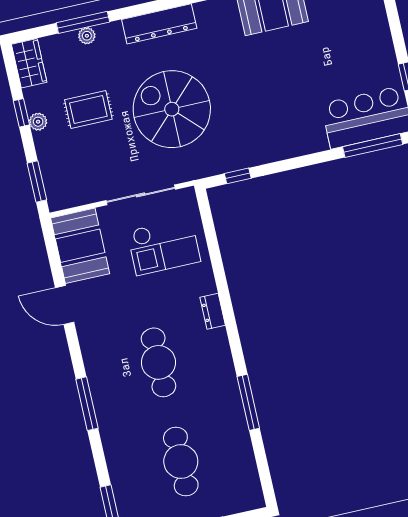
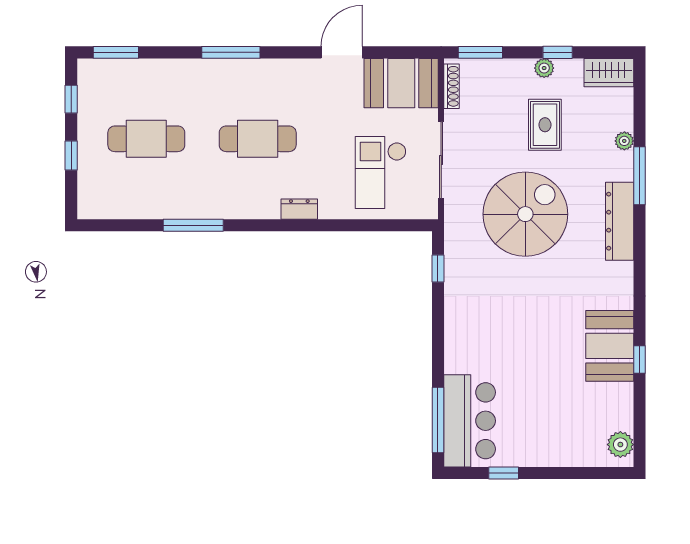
window: (83, 22) -> (639, 176), moved
shoe rack: (73, 200) -> (452, 86), added

